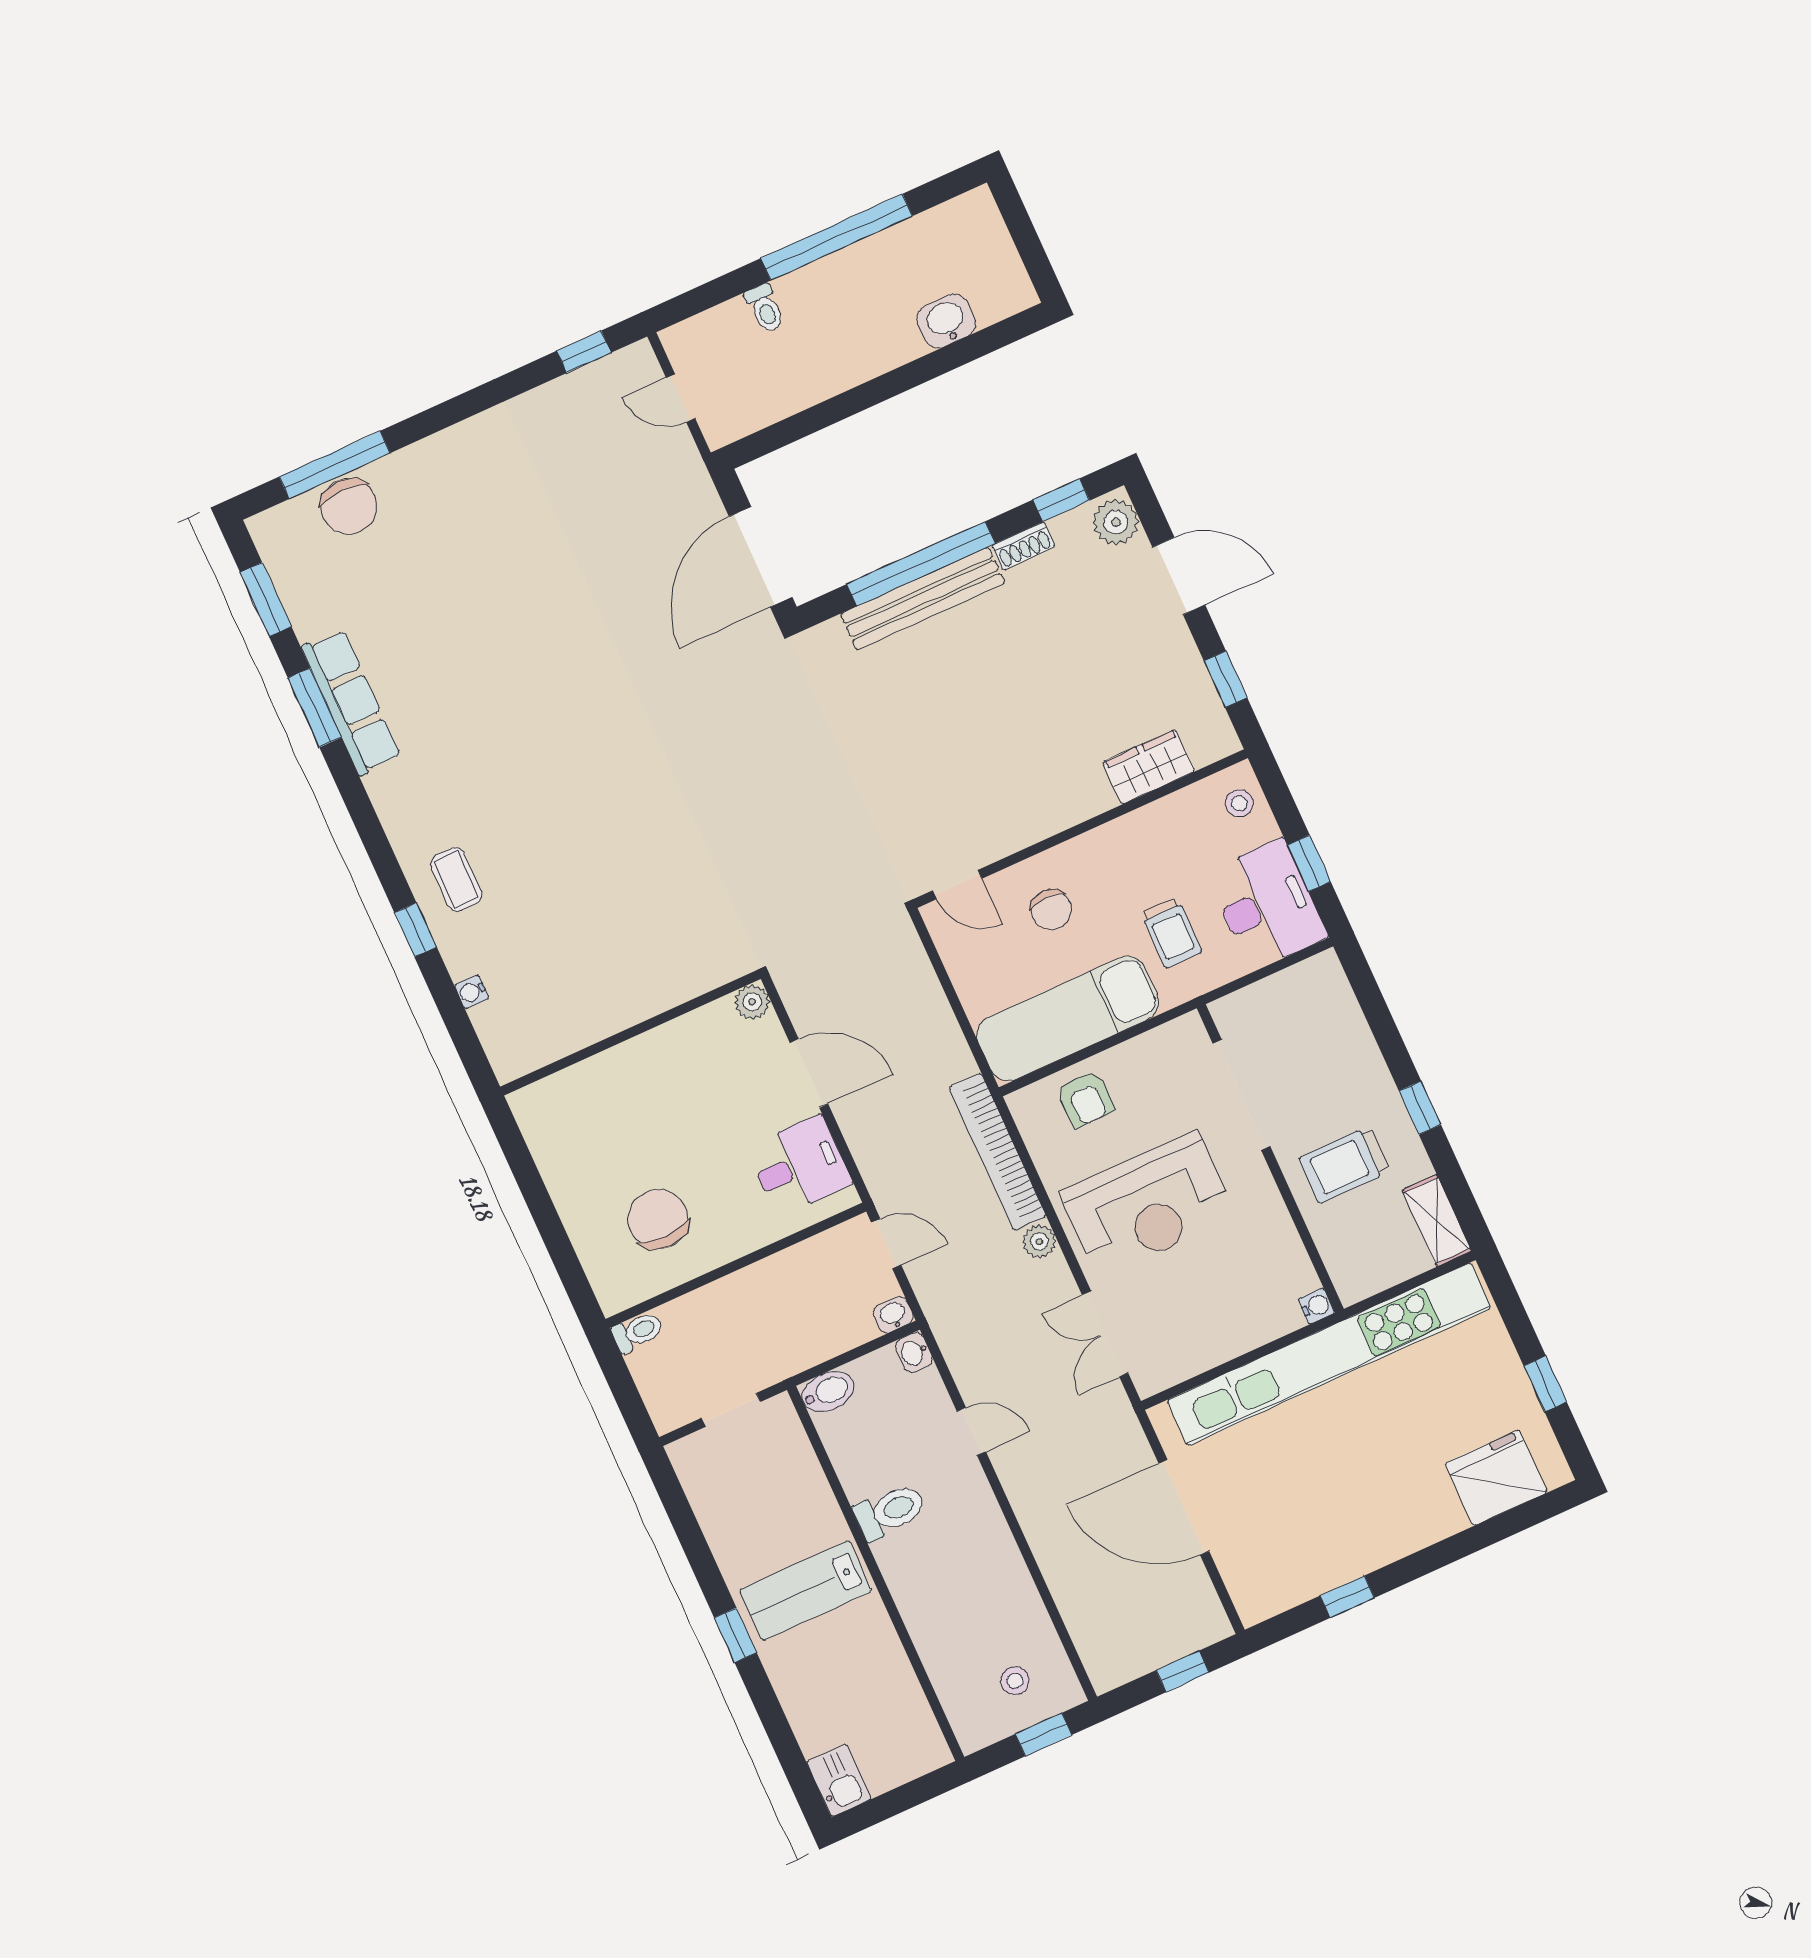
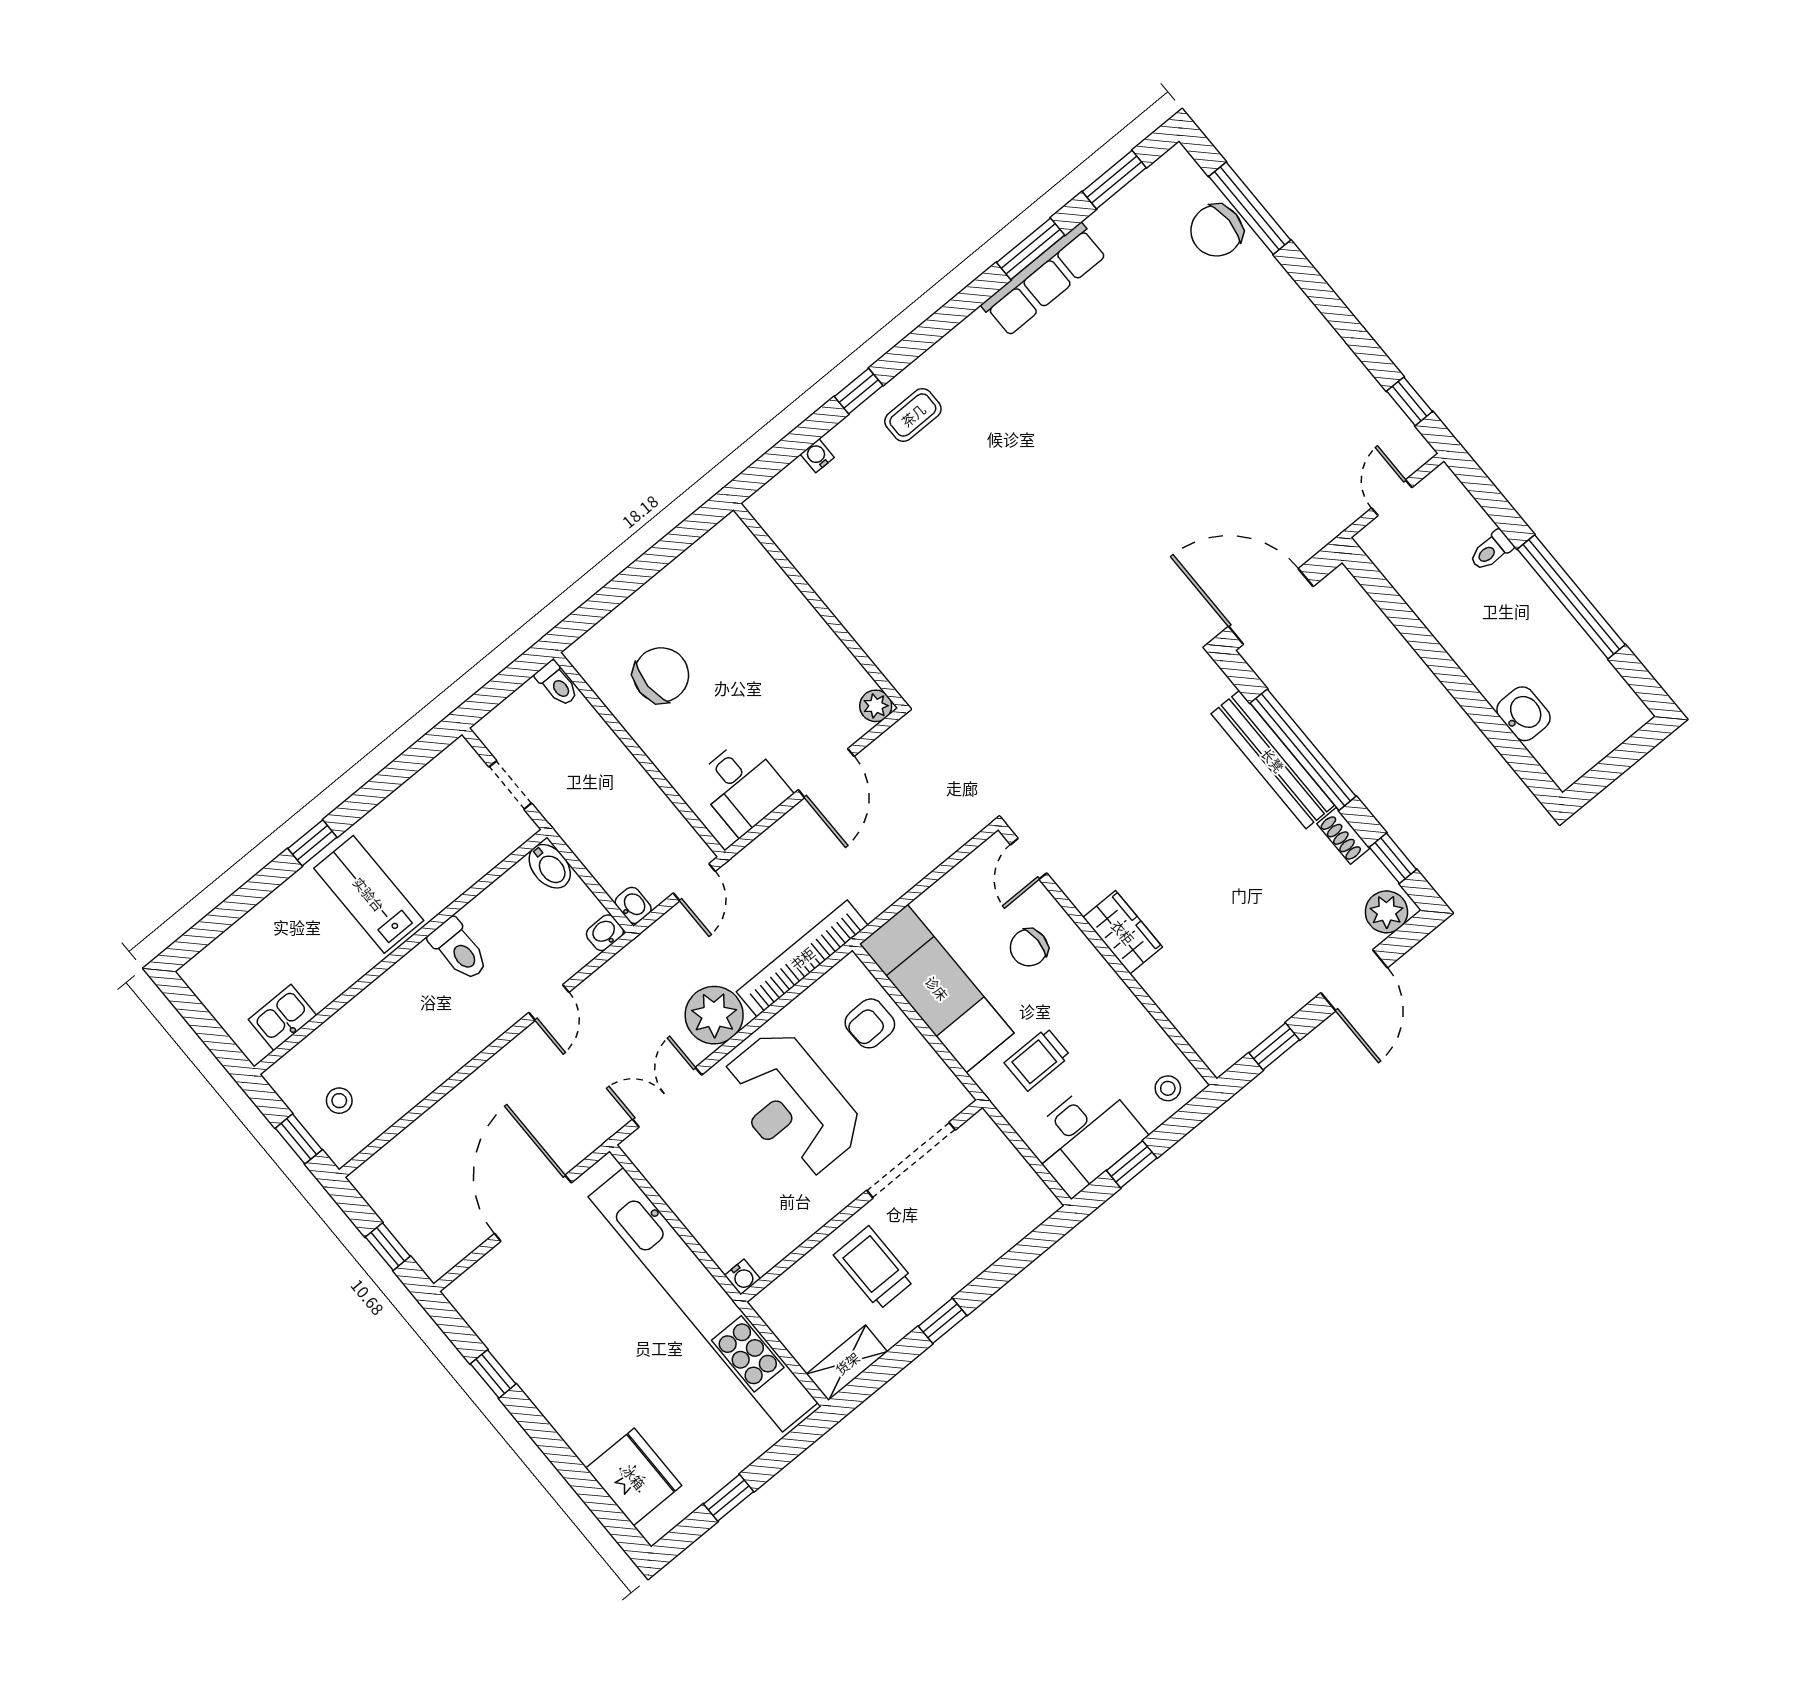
wardrobe: (1149, 767) -> (1123, 932), moved
plant: (1039, 1241) -> (714, 1015), width x1.87, depth x1.87
kitchen sink: (839, 1780) -> (283, 1018), moved, turned 180

